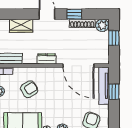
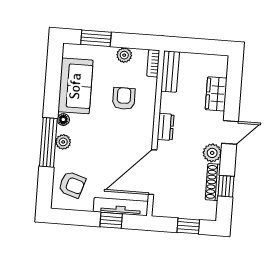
window: (74, 14) -> (226, 186), moved
plant: (102, 25) -> (212, 153), moved
armchair: (29, 89) -> (124, 99), turned -149

